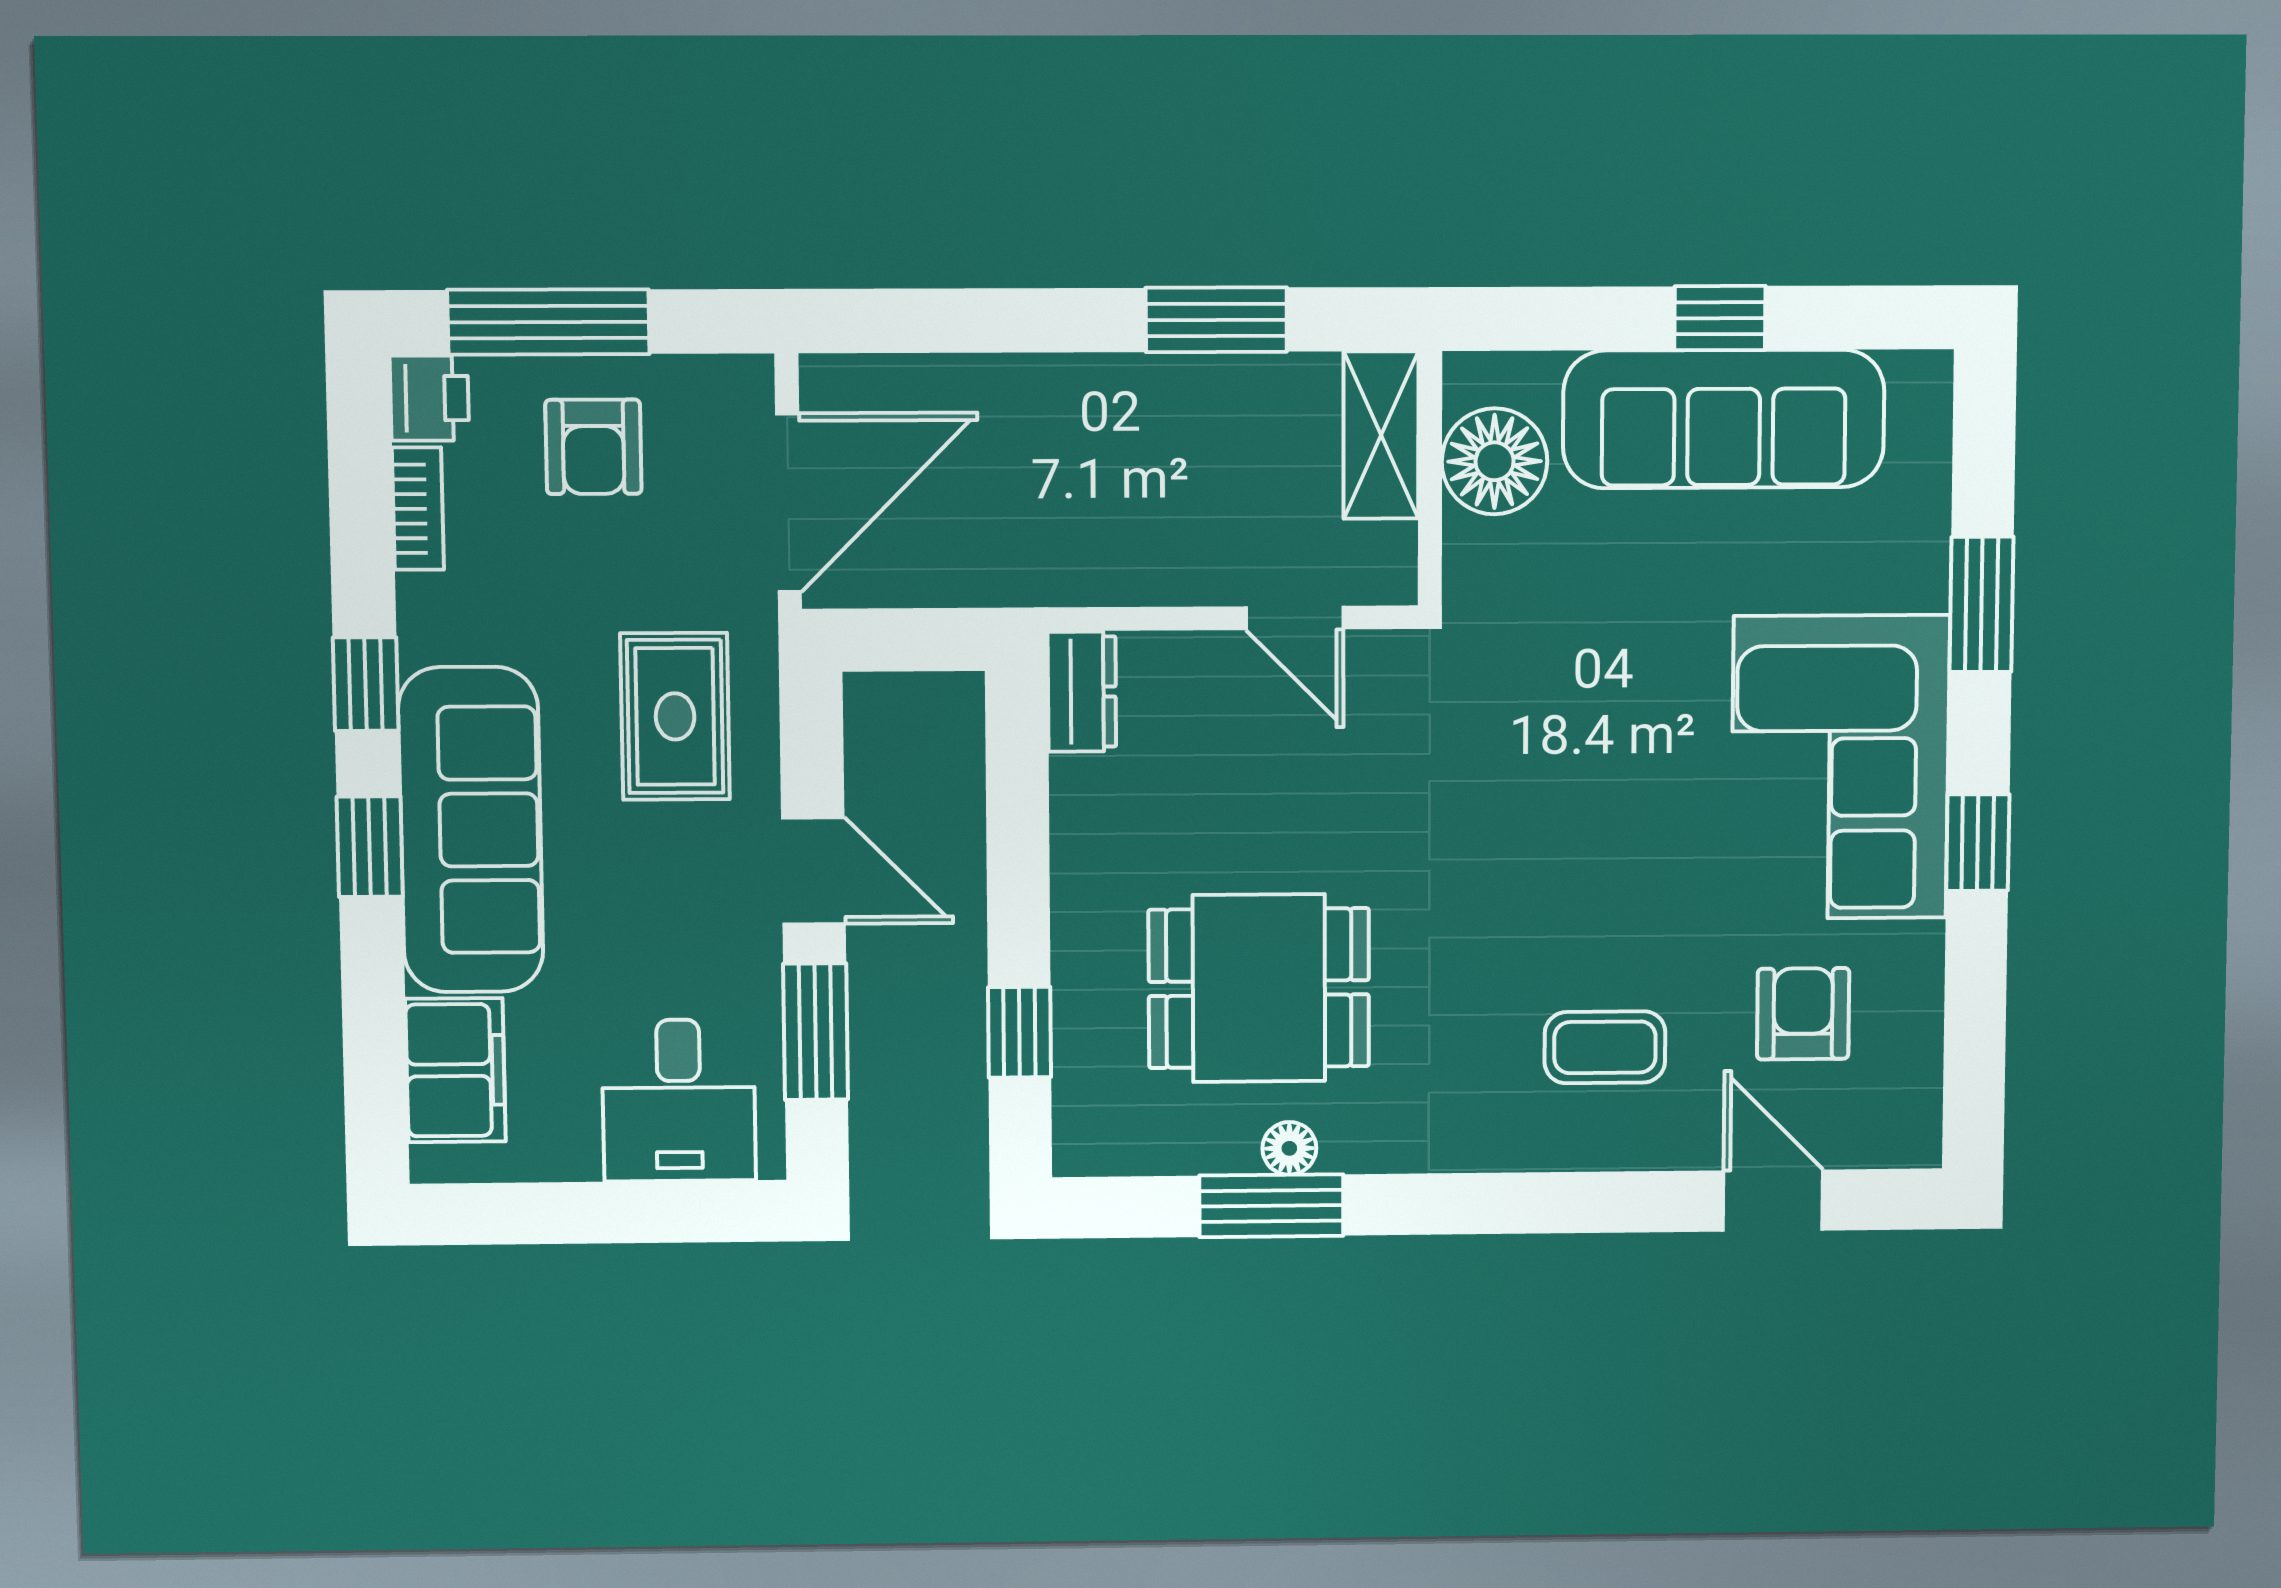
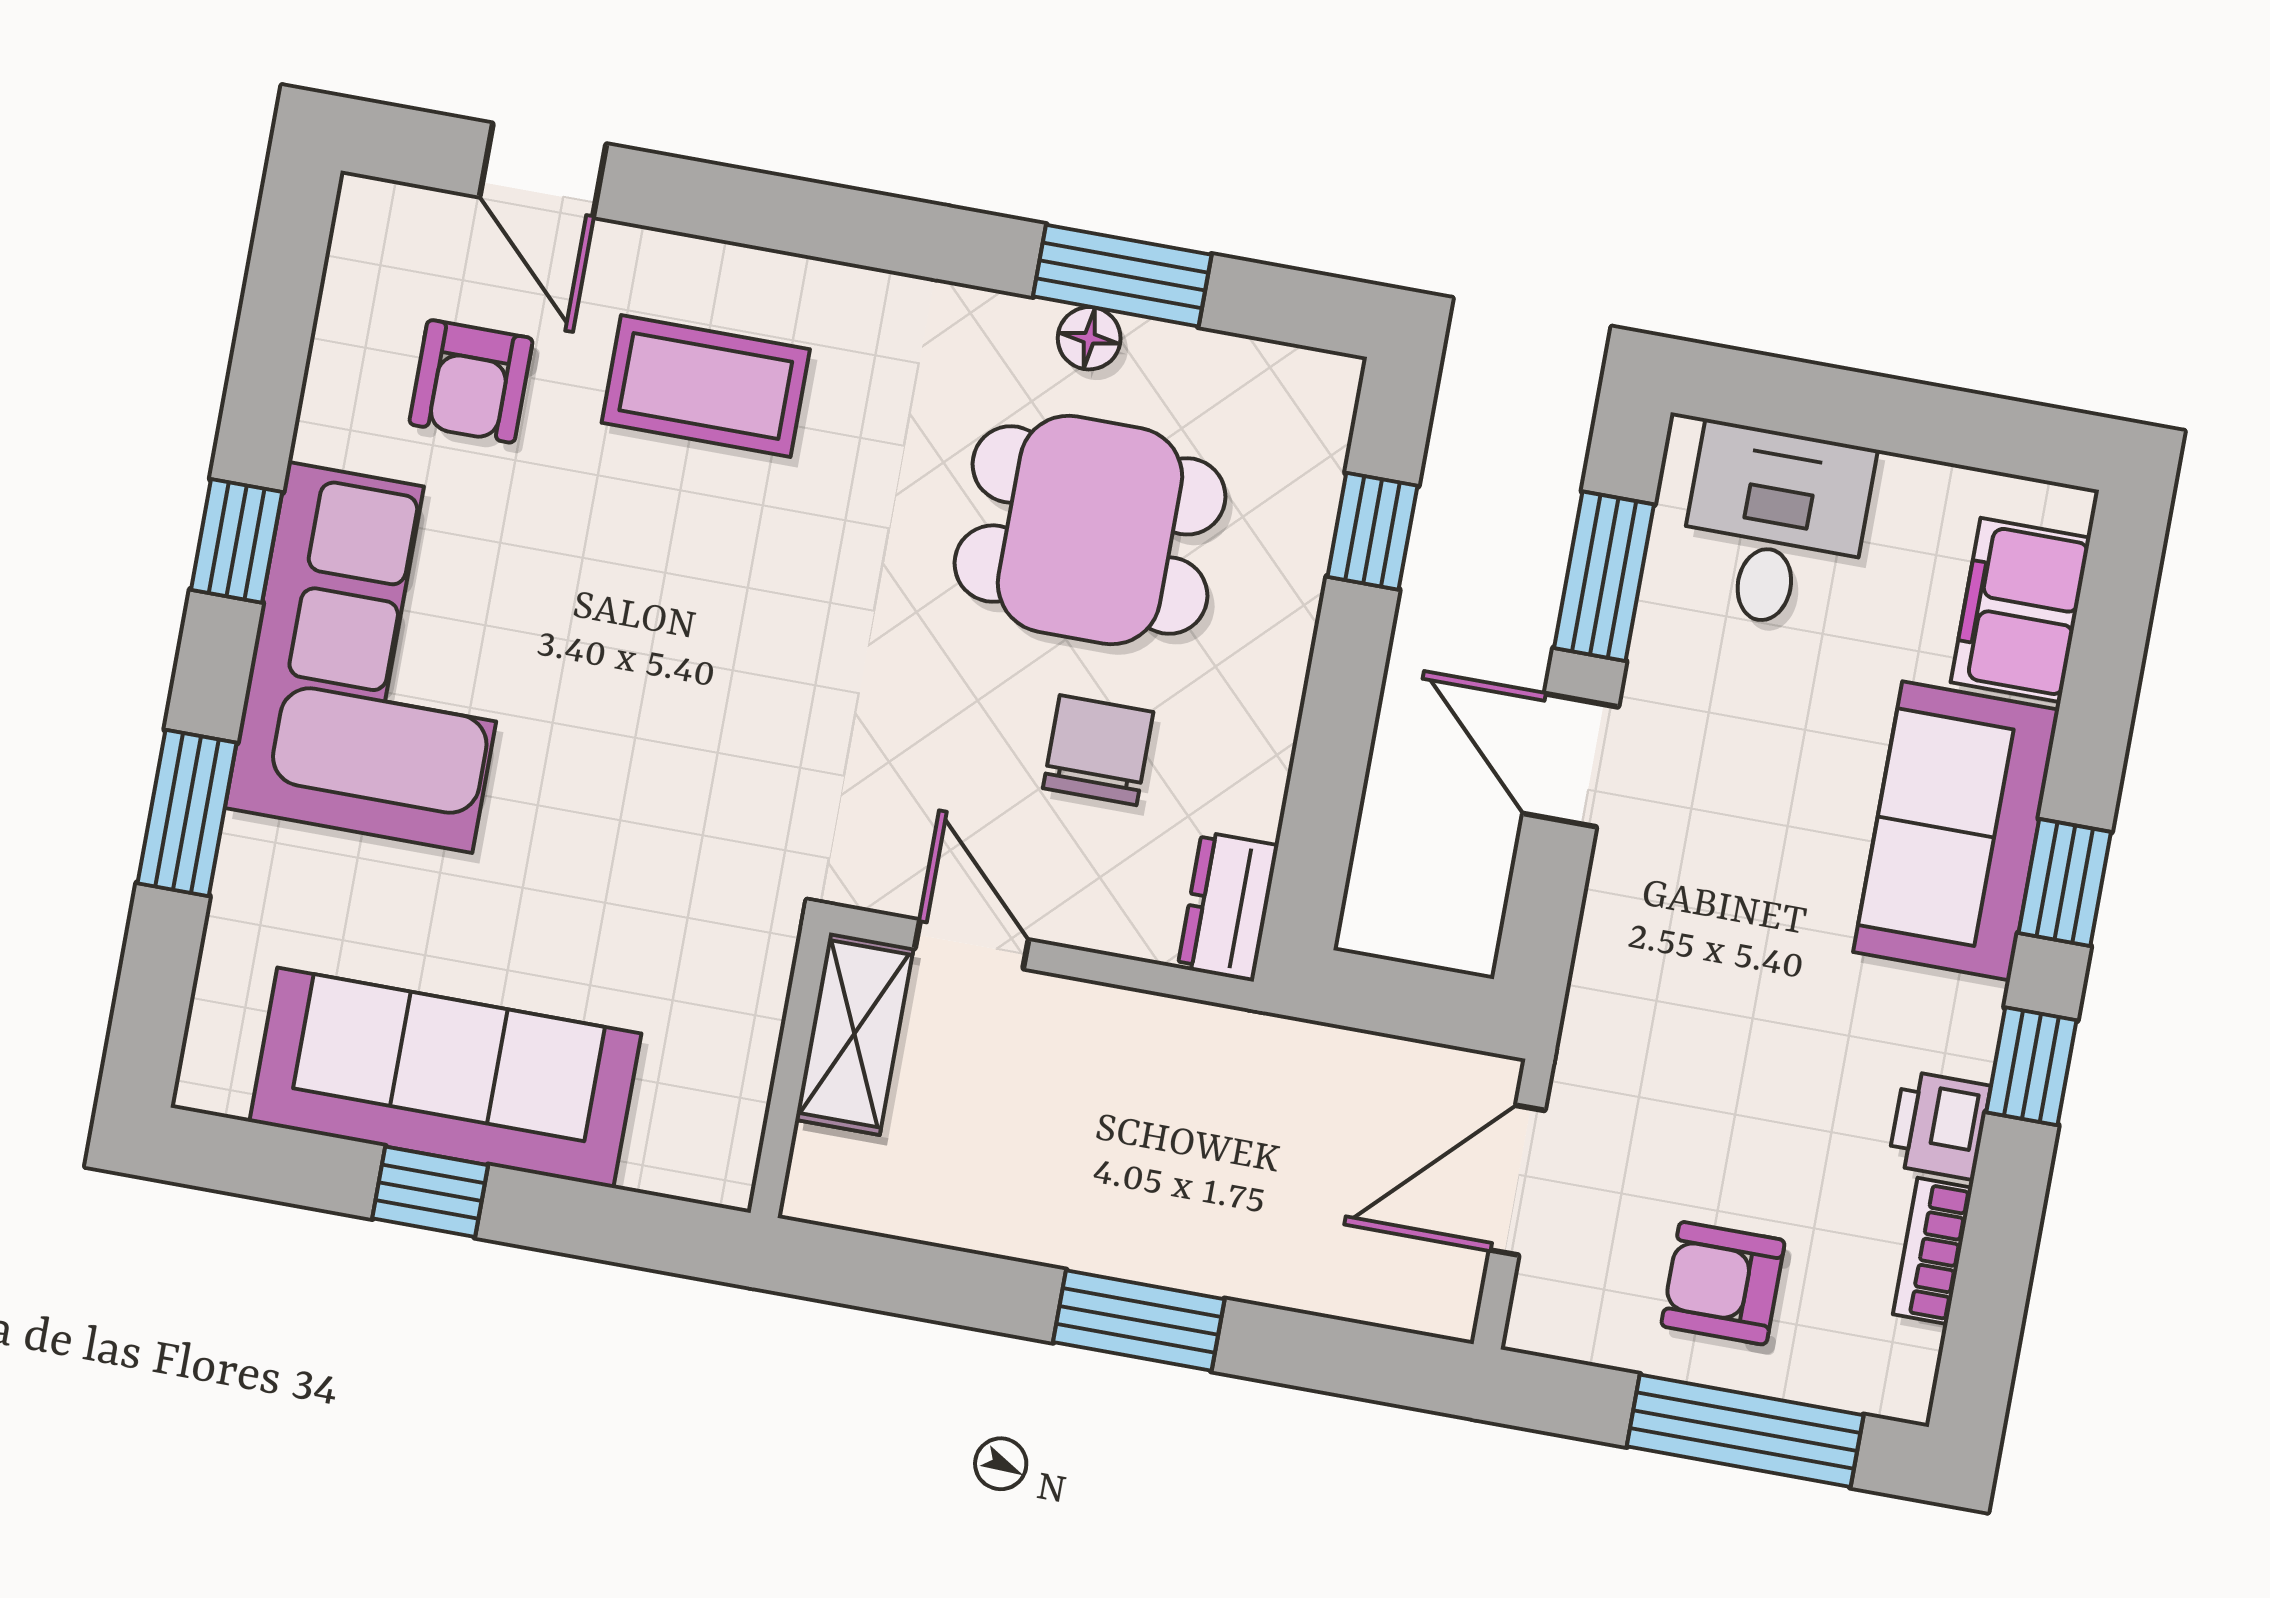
window: (1216, 320) -> (1139, 1321), moved
printer: (429, 398) -> (1939, 1125), moved
shelving: (1381, 435) -> (854, 1034), moved
armchair: (593, 447) -> (1723, 1283), turned -90
floor lamp: (1495, 461) -> (713, 1078), removed
door: (788, 503) -> (1517, 1180), width x0.73
rug: (675, 716) -> (1692, 965), removed
chair: (1217, 804) -> (1098, 750), added
sofa: (471, 830) -> (1956, 831), width x0.73
coffee table: (1605, 1047) -> (706, 386), width x1.36, depth x1.30

